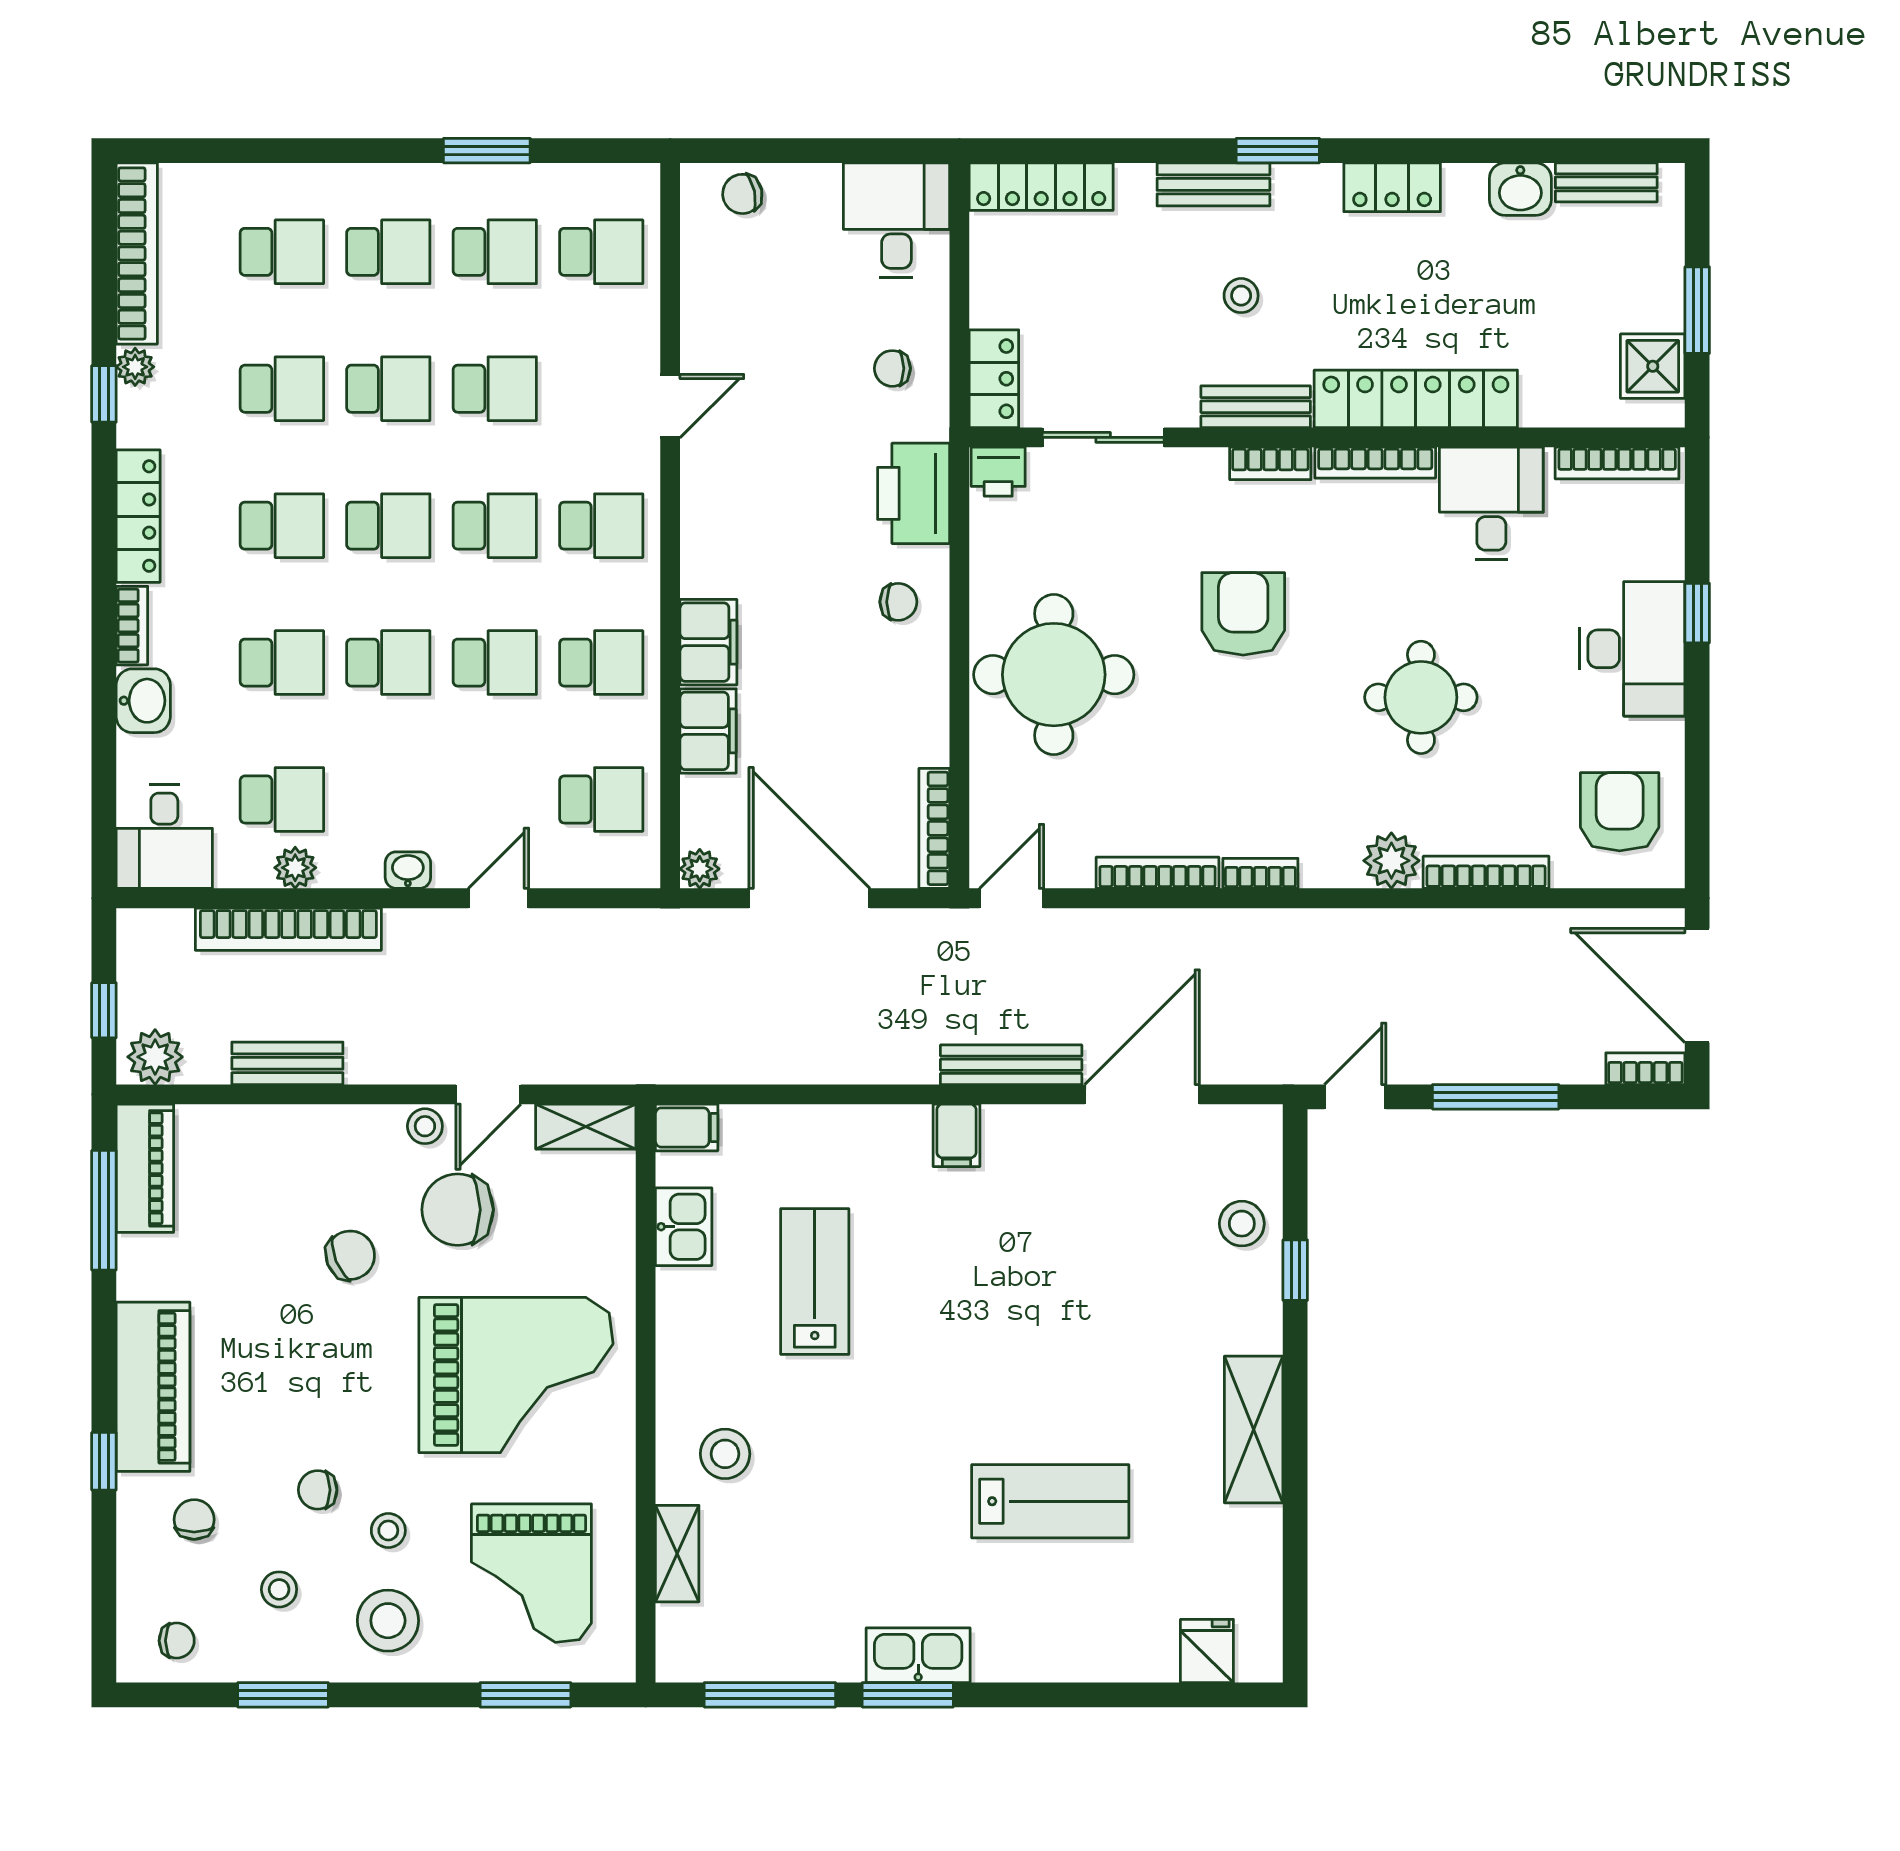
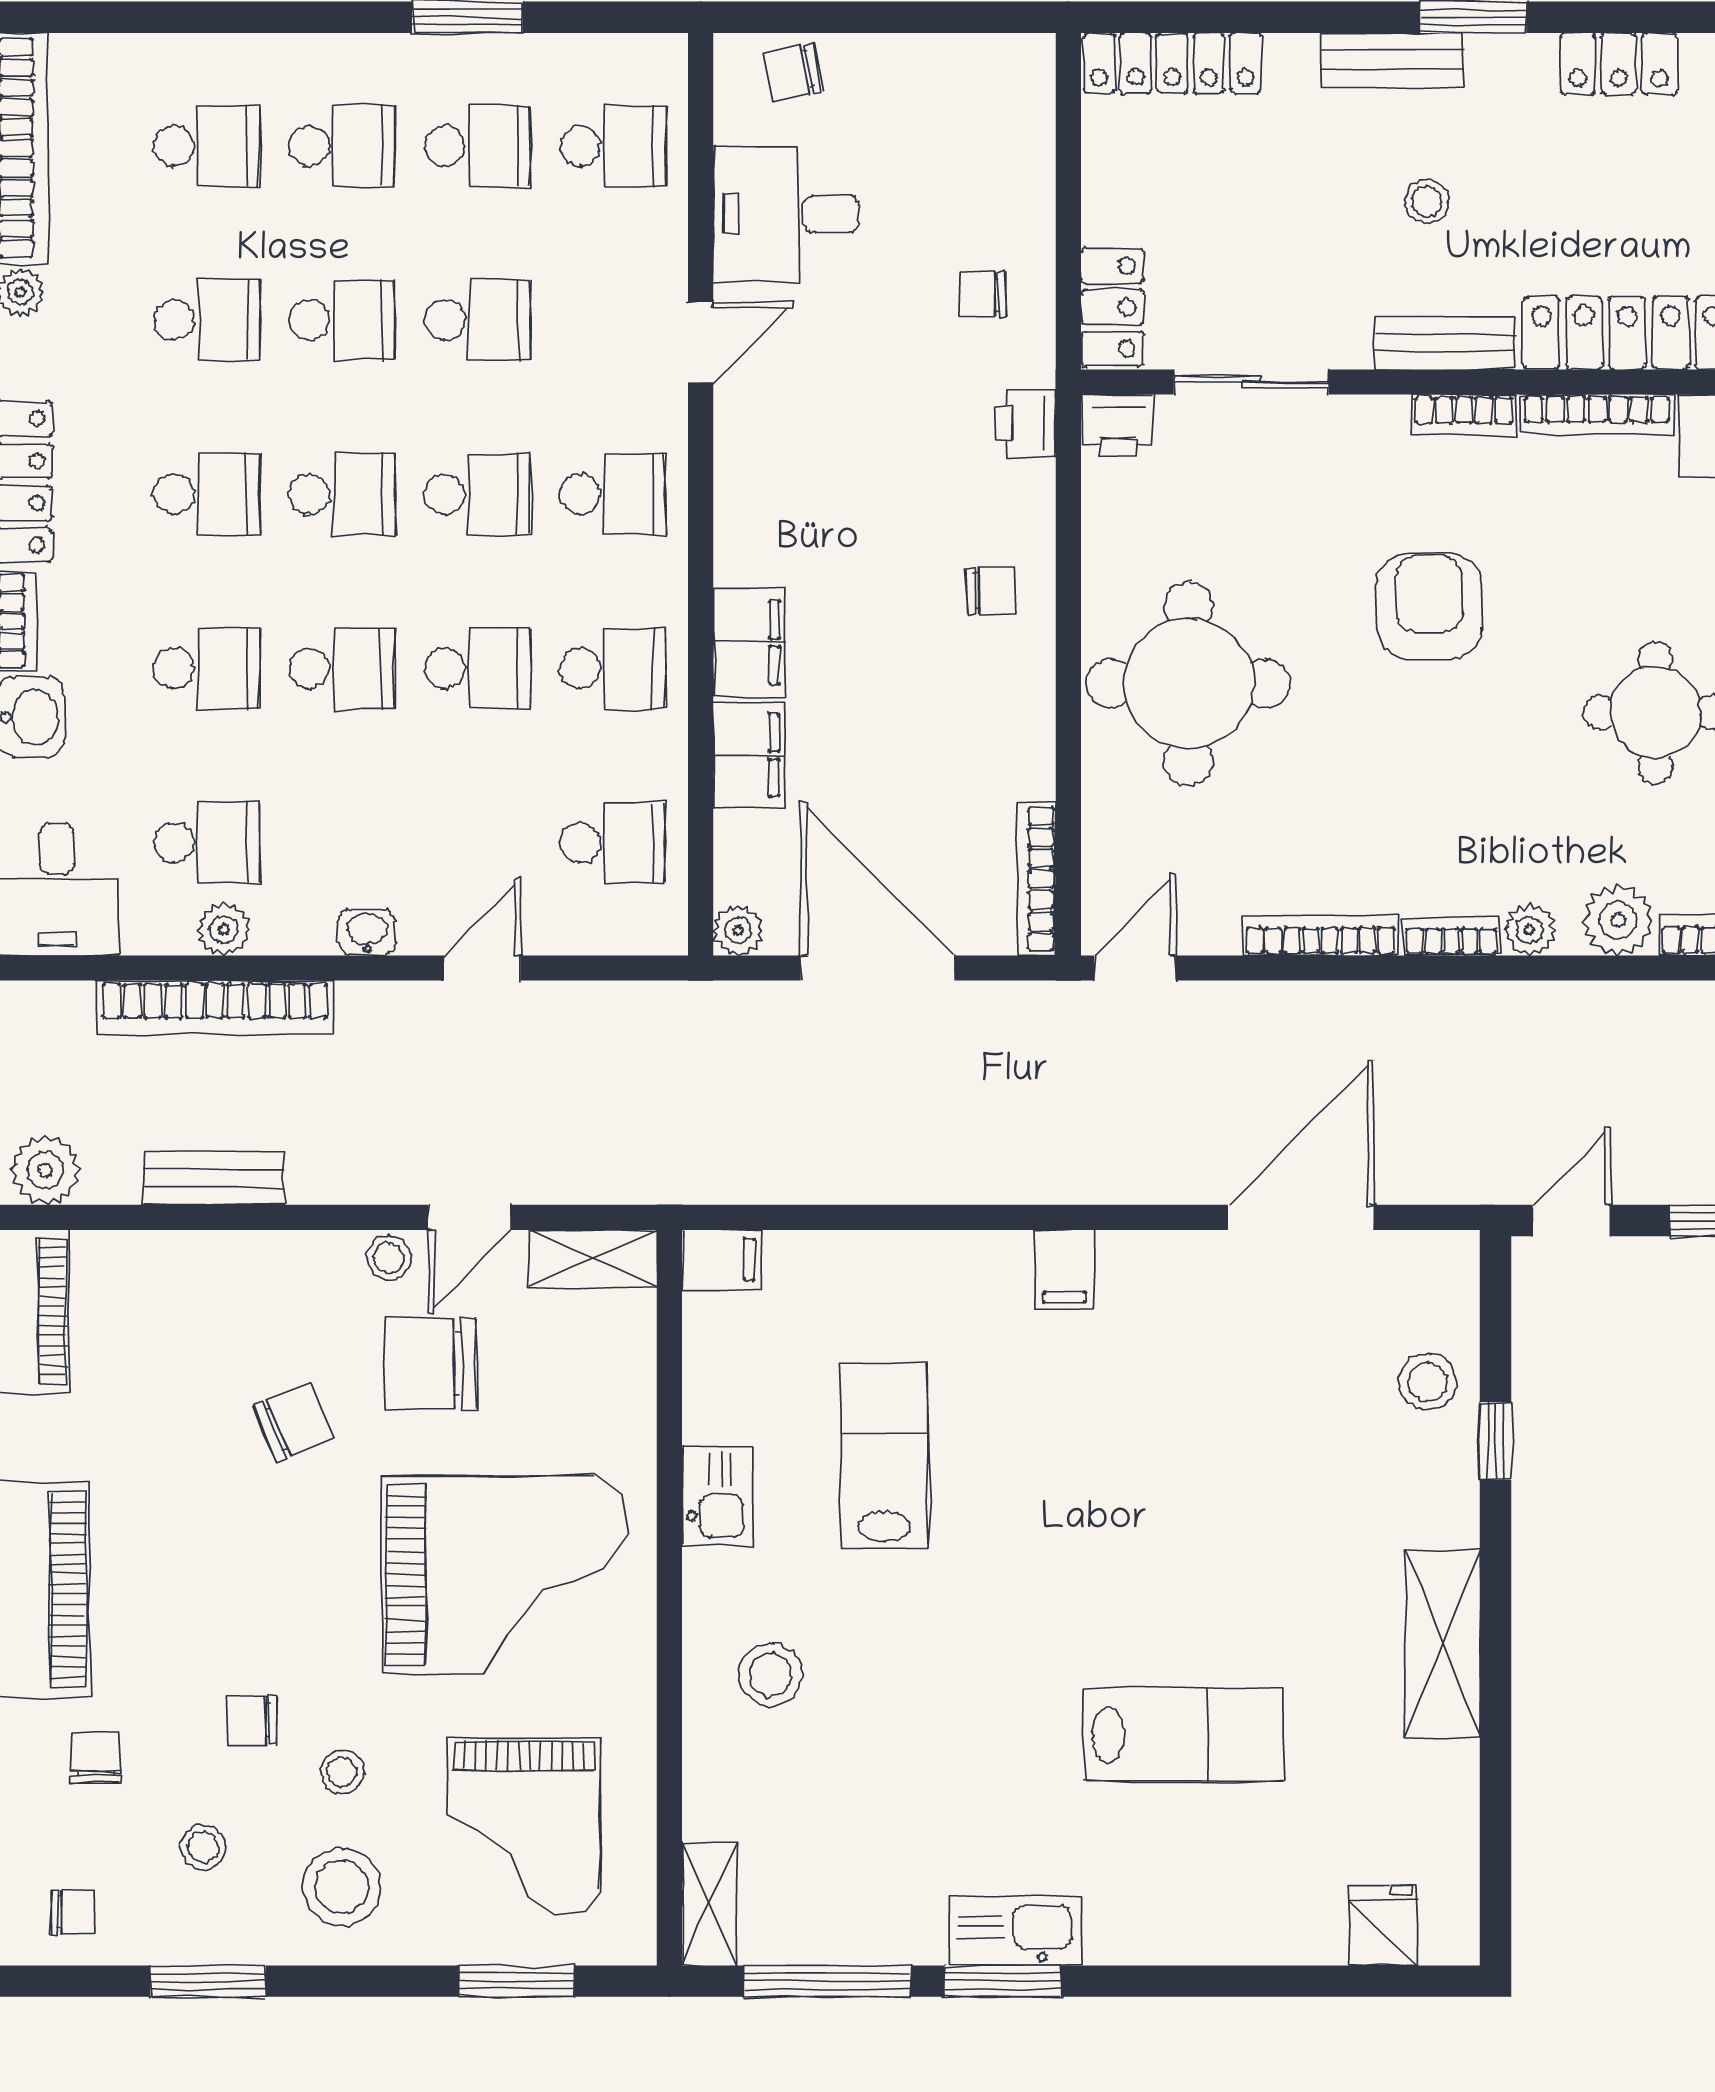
desk: (896, 220) -> (786, 214), moved, turned -90
printer: (914, 493) -> (1025, 423), width x0.53, depth x0.68
plant: (1322, 868) -> (1530, 930), added
bench: (1011, 1065) -> (1134, 1180), removed
kitchen sink: (684, 1227) -> (718, 1496), moved
shelving: (677, 1554) -> (710, 1904), moved

